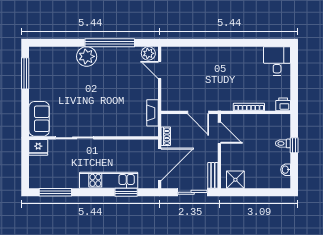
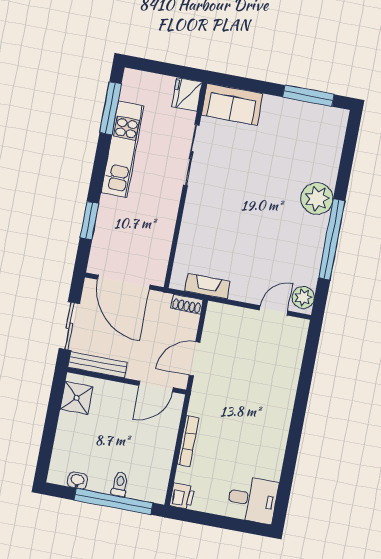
shoe rack: (166, 136) -> (187, 304), moved
window: (294, 145) -> (114, 501), width x3.17
bench: (213, 175) -> (98, 365), width x1.36
kitchen unit: (109, 180) -> (122, 149), moved

